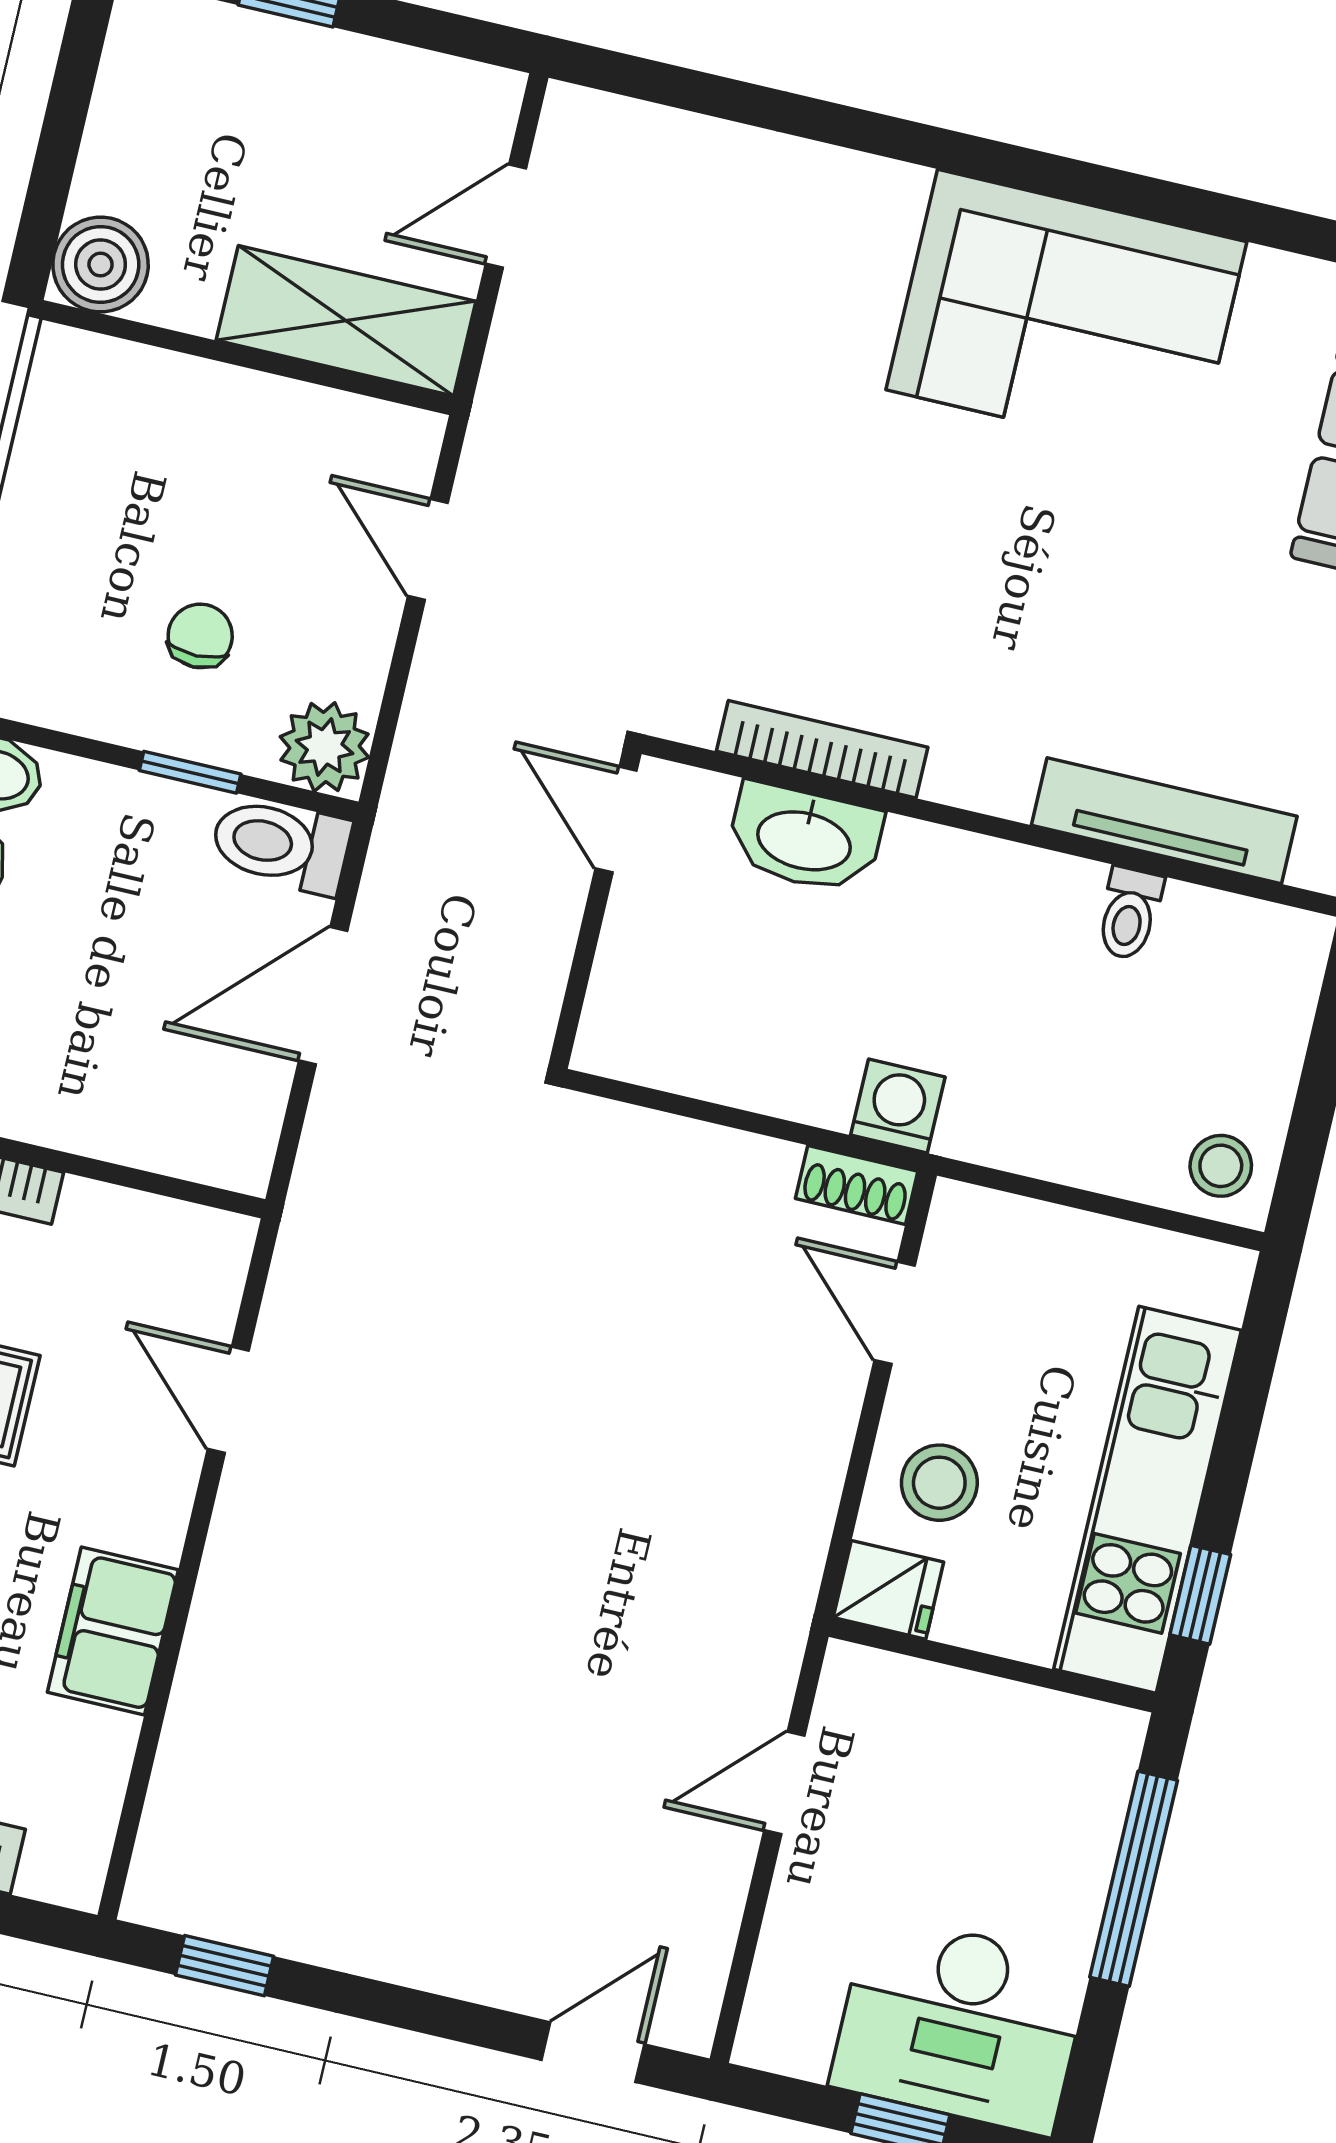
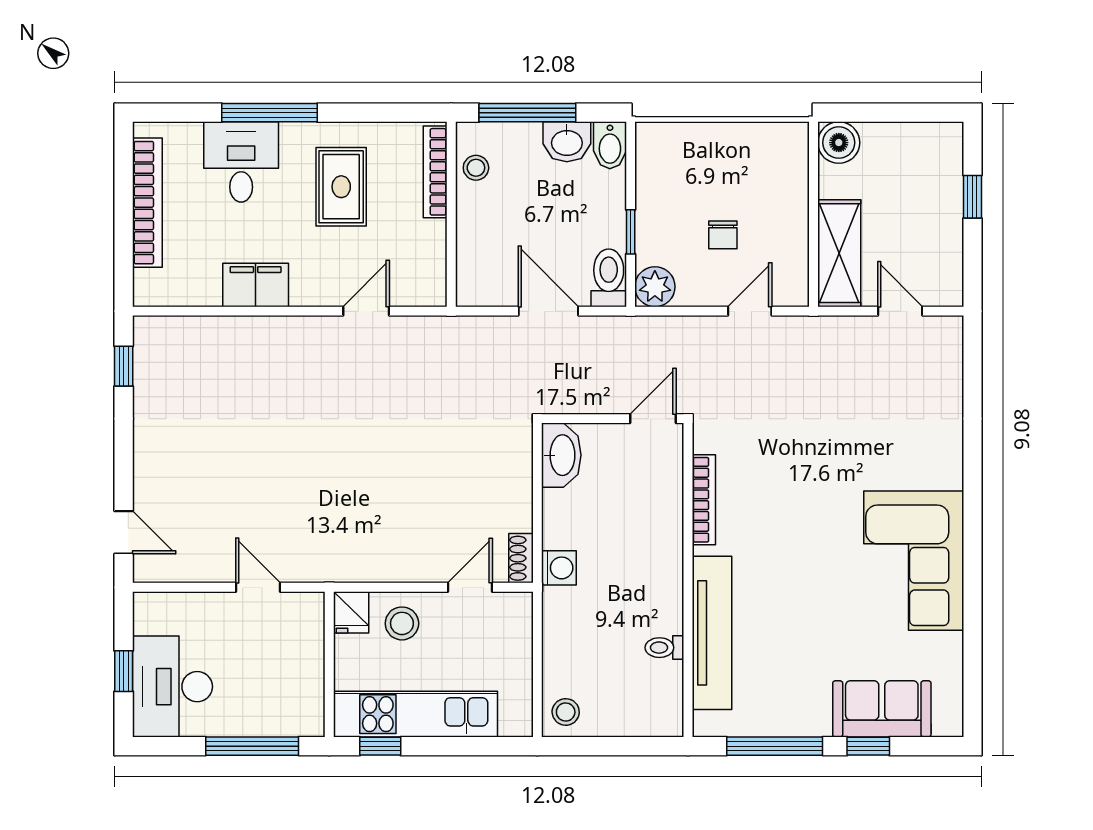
chair: (200, 636) -> (723, 235), moved, turned 91
tv unit: (1164, 821) -> (712, 633), width x1.36, depth x1.29
washbasin: (805, 838) -> (561, 455), moved, turned 180

